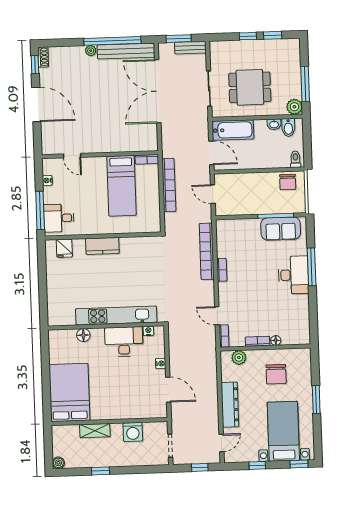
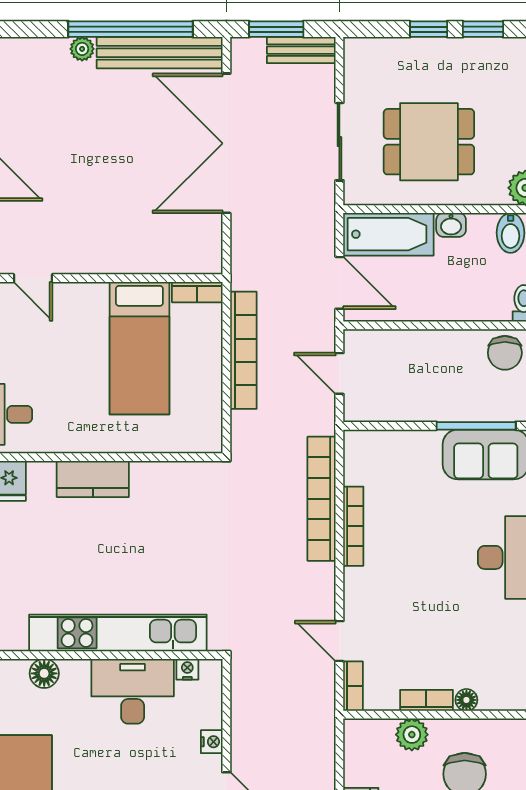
washbasin: (274, 124) -> (451, 225), moved
bookcase: (222, 270) -> (353, 526), width x1.56
plant: (239, 358) -> (412, 735), moved

